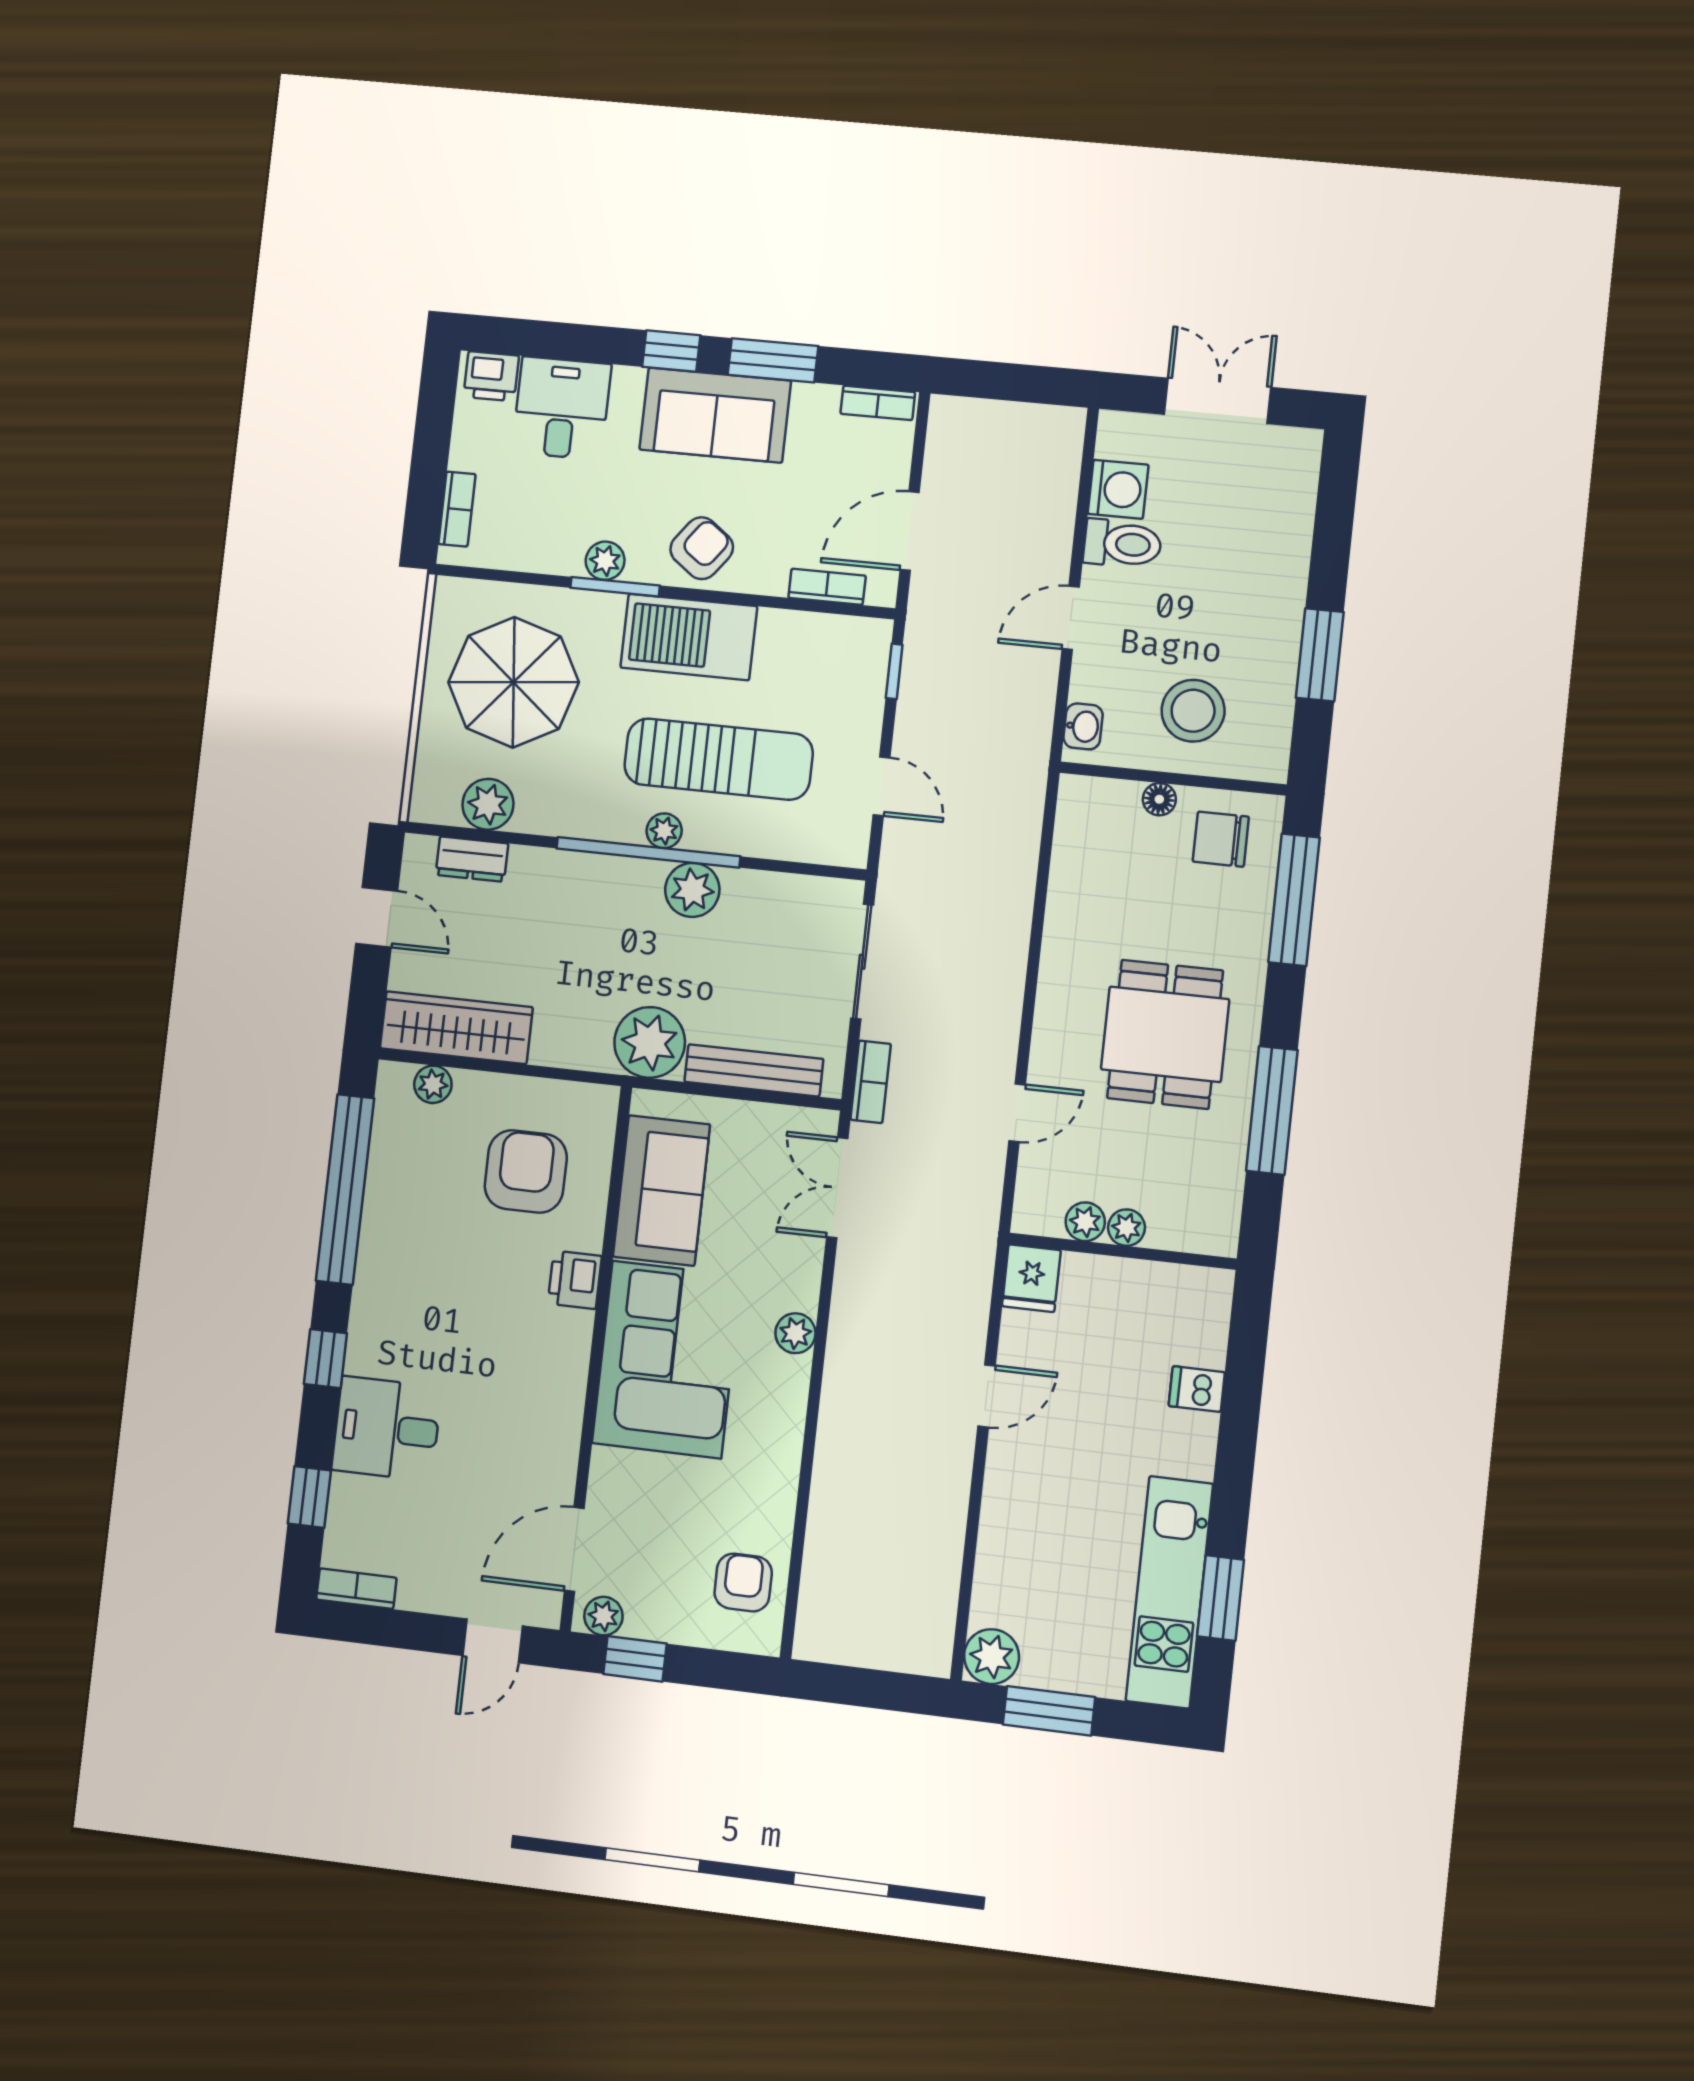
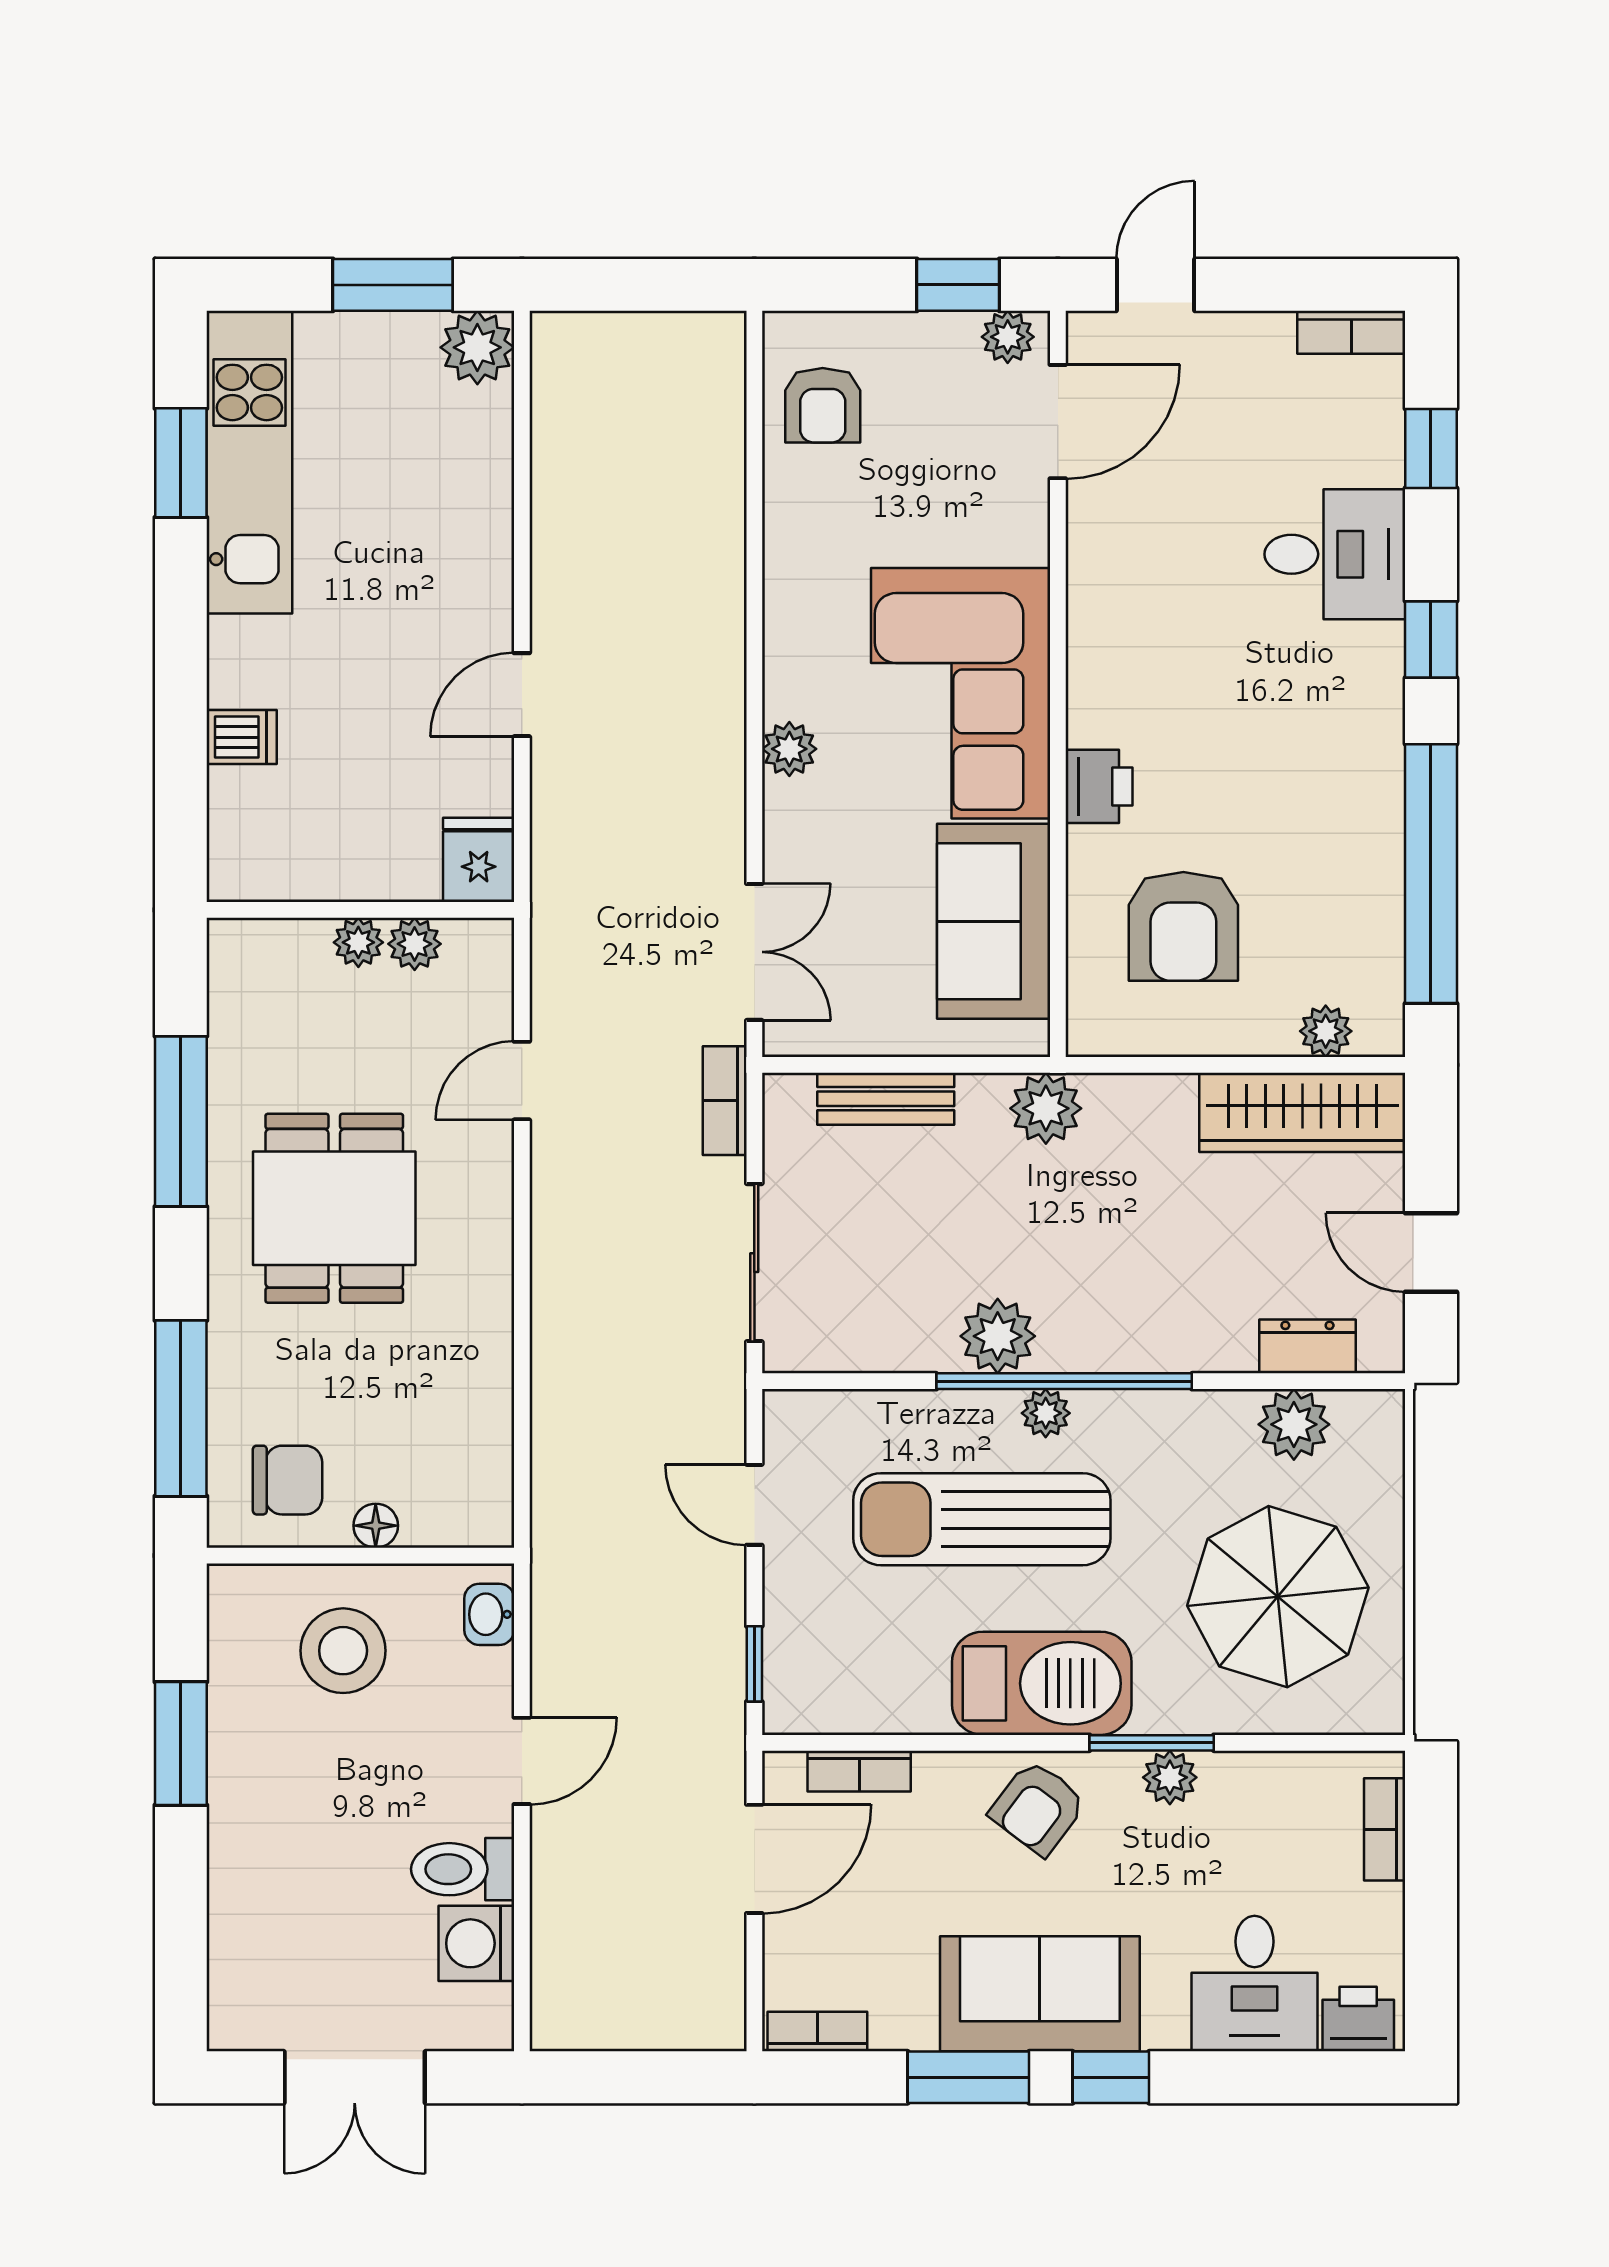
plant: (650, 1042) -> (1046, 1108), width x0.73, depth x0.73
bench: (754, 1070) -> (886, 1099), width x0.73

